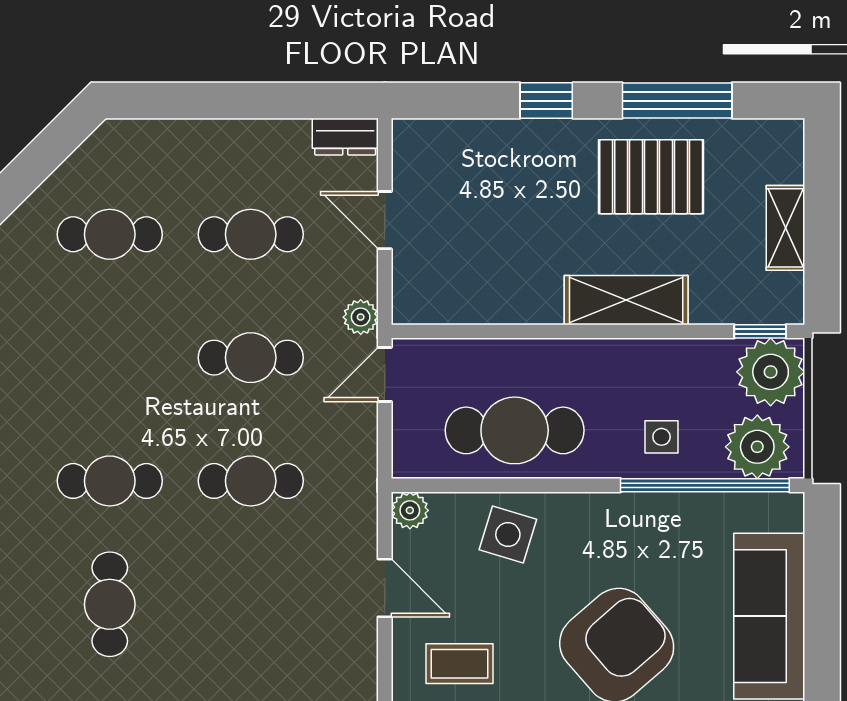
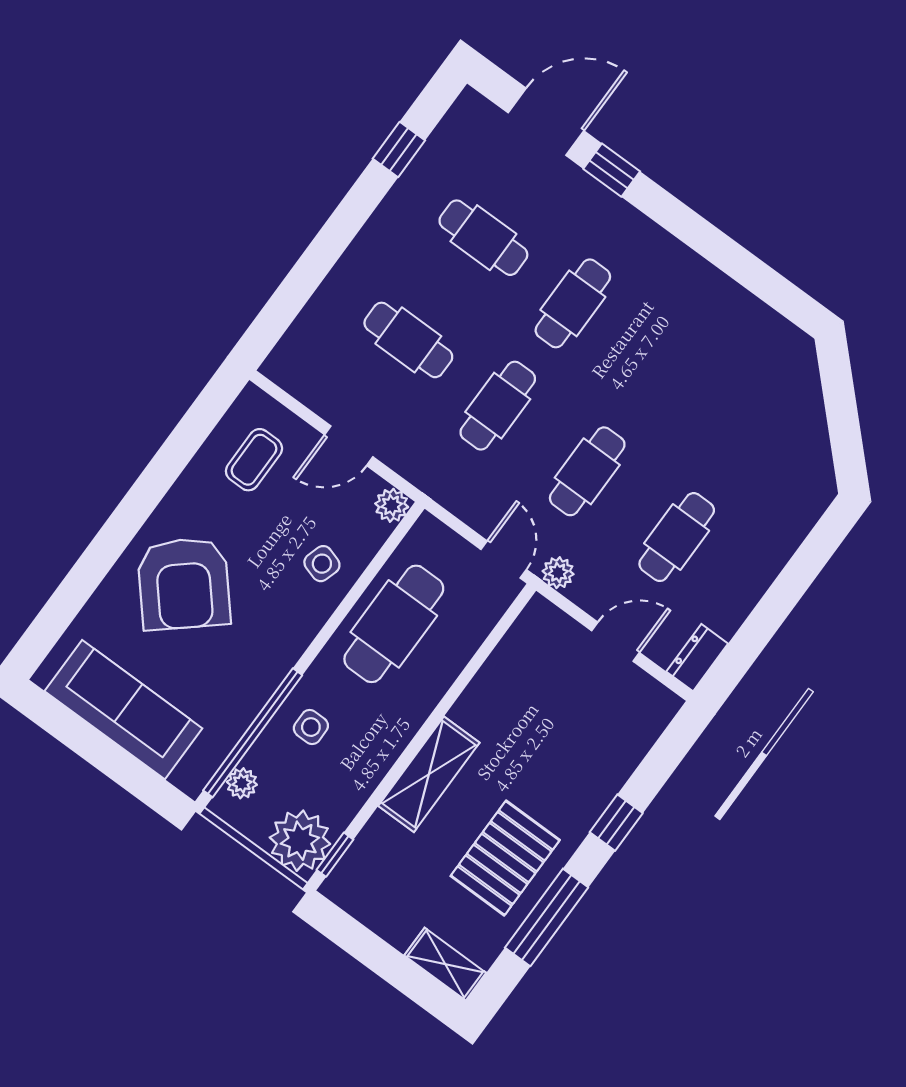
shelving: (785, 228) -> (445, 964), moved
cafe table: (110, 234) -> (408, 340), moved, turned 90
plant: (757, 447) -> (242, 783), width x0.53, depth x0.53
side table: (508, 534) -> (322, 564), width x0.73, depth x0.73

